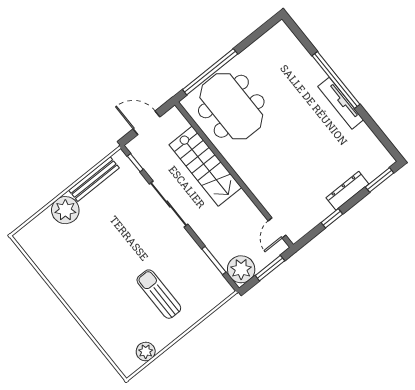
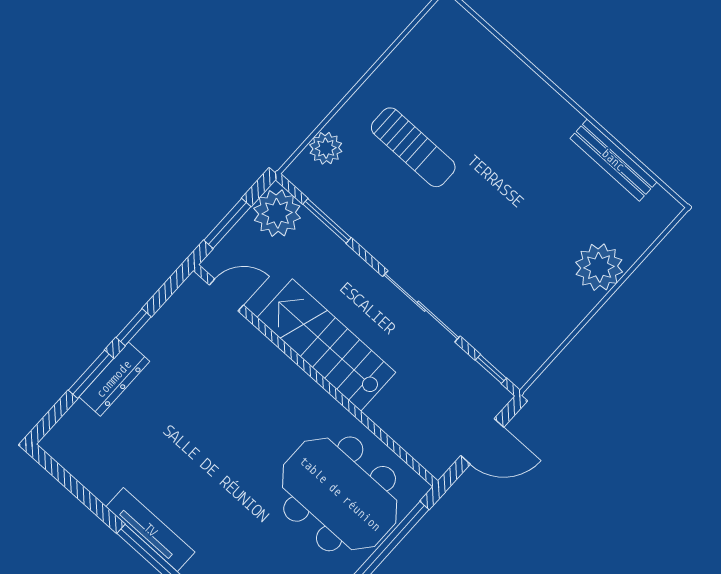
stairs: (205, 166) -> (326, 345), moved
bench: (94, 179) -> (613, 160), moved, turned 90
window: (380, 180) -> (91, 374), moved
door: (277, 228) -> (226, 295), hinge flipped
plant: (146, 352) -> (326, 148), moved

